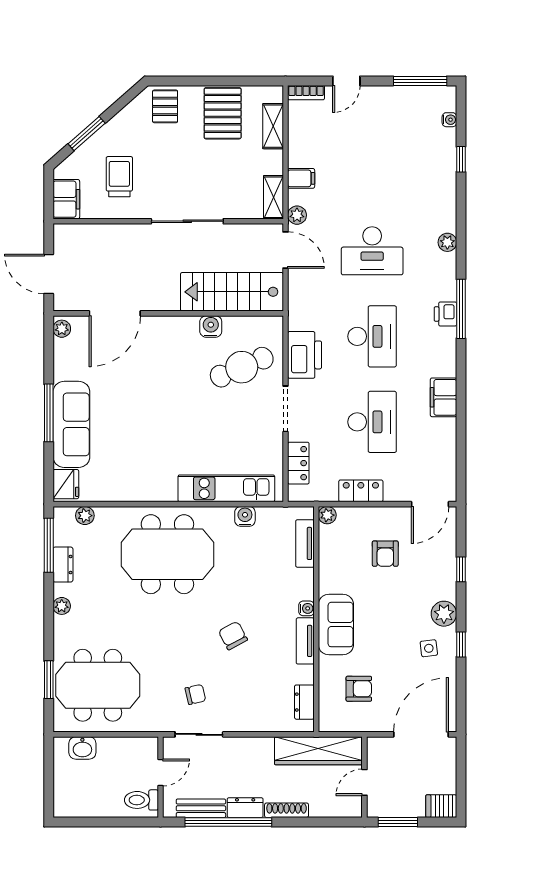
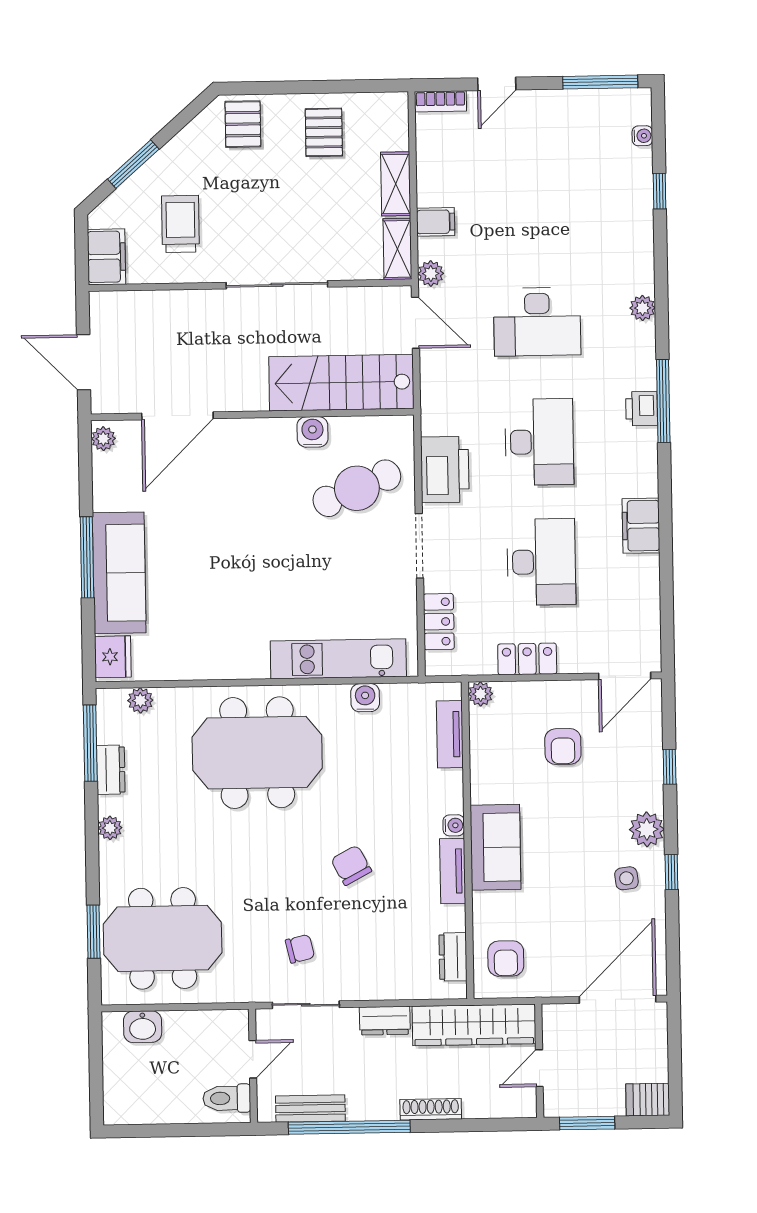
pallet: (223, 113) -> (324, 132), width x0.67, depth x0.71
shelving: (273, 126) -> (396, 184), moved
armchair: (359, 689) -> (506, 959), moved, turned 90
dresser: (245, 808) -> (385, 1021), moved, turned 180

